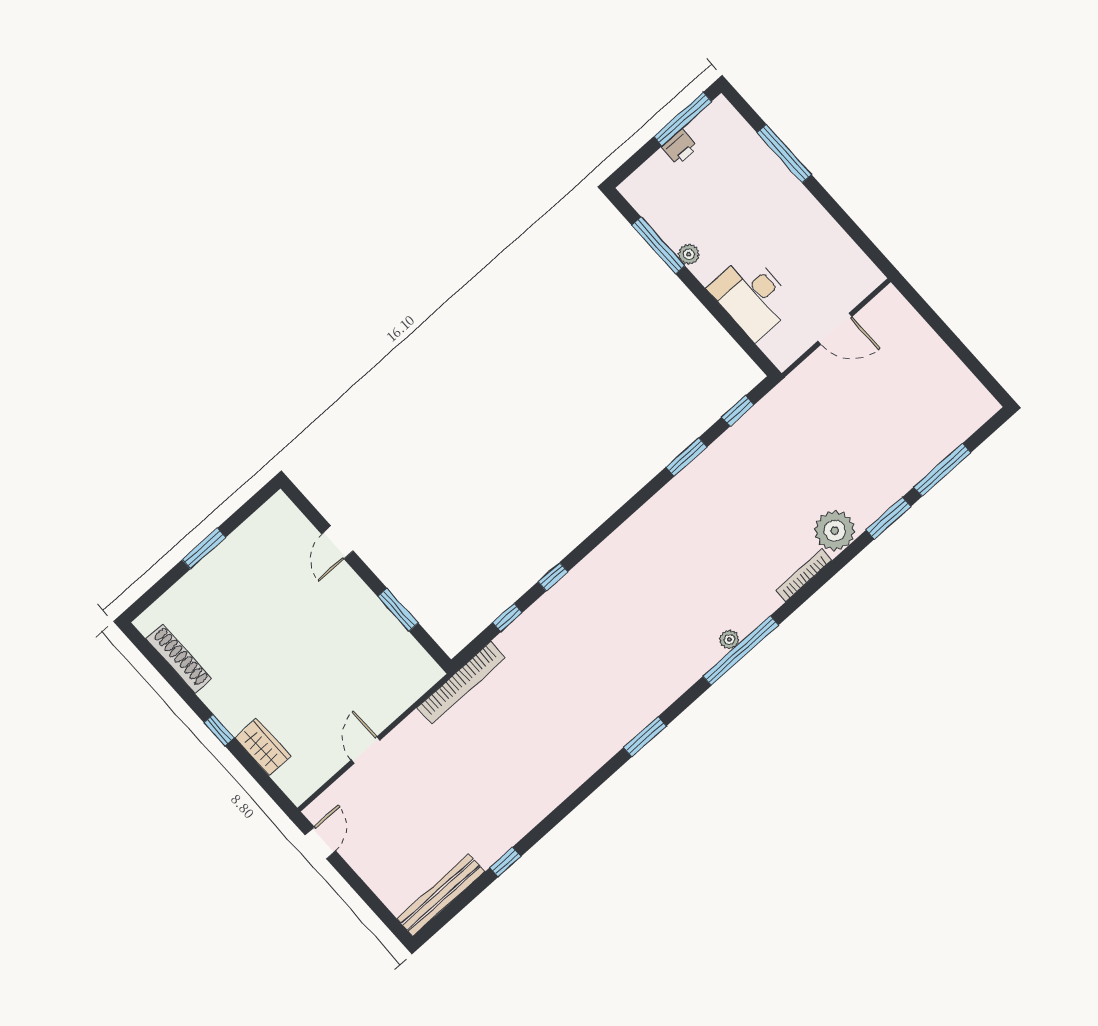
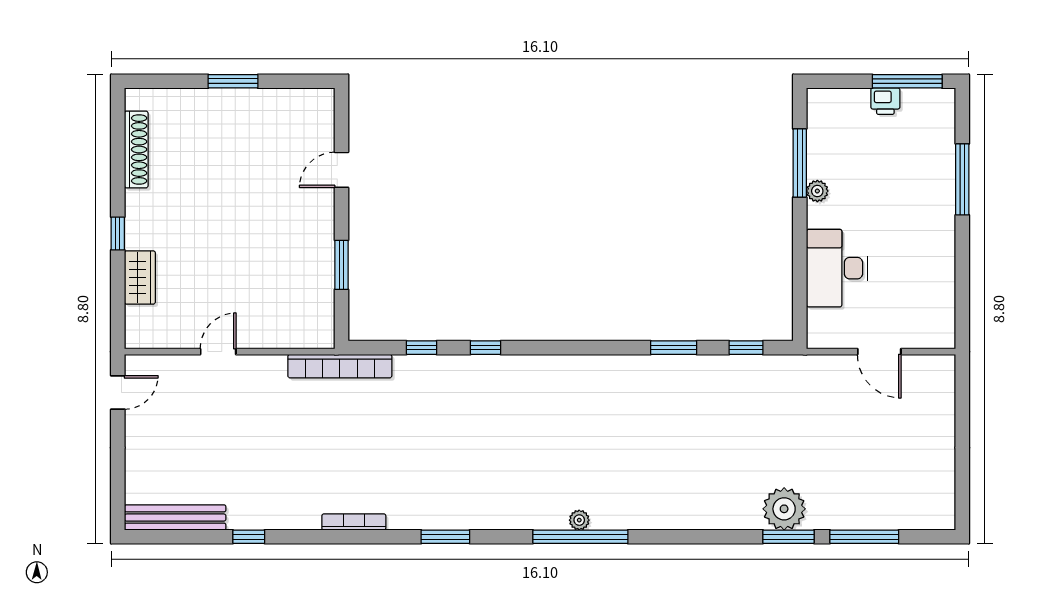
plant: (835, 531) -> (784, 509), moved
bookcase: (804, 575) -> (354, 522), moved

